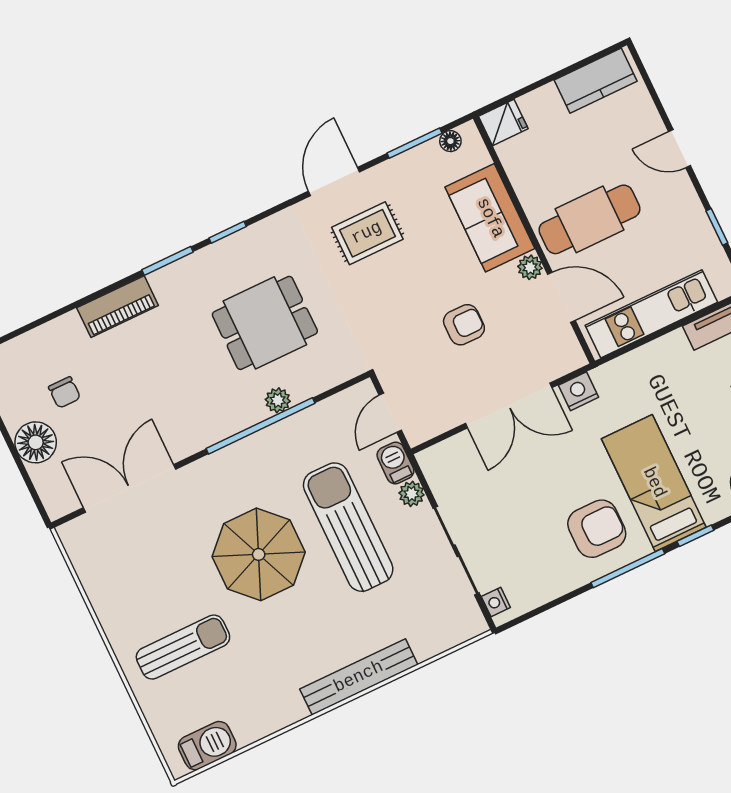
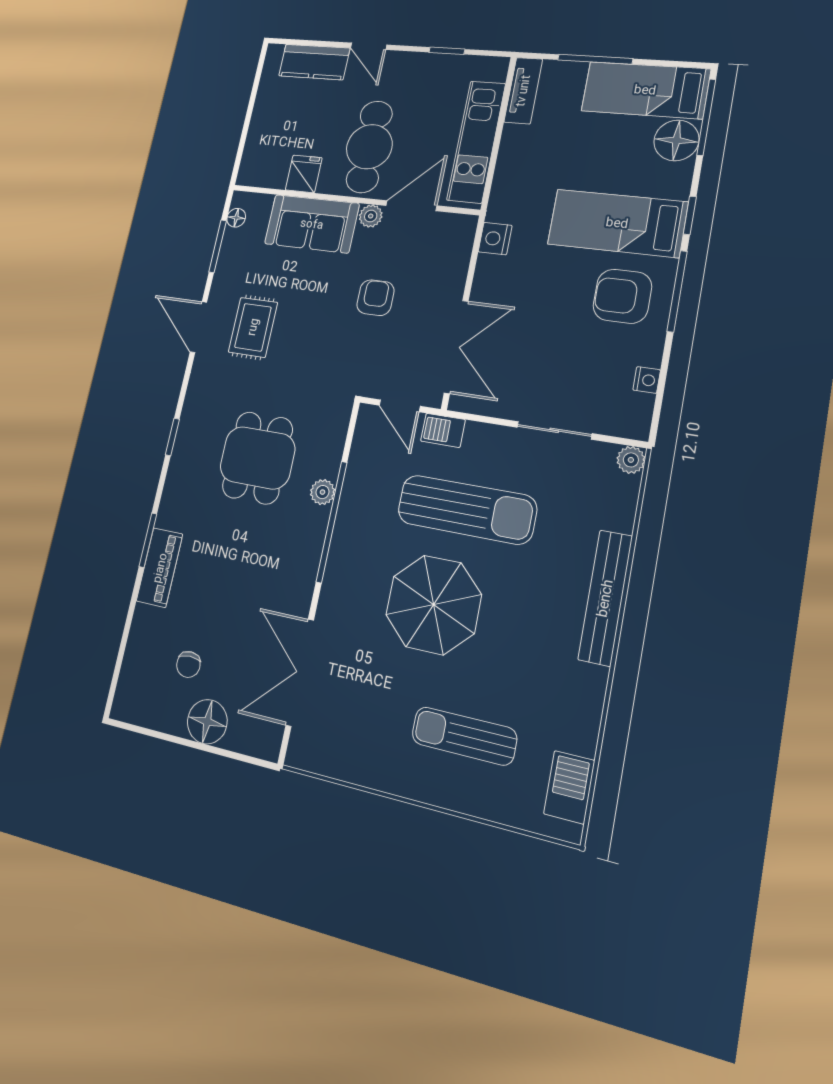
kitchen counter: (596, 81) -> (314, 62), moved, turned 90
fridge: (503, 122) -> (304, 174), moved
door: (680, 149) -> (369, 46), hinge flipped
window: (167, 261) -> (148, 540), moved
chair: (64, 392) -> (188, 665), turned 90
double door: (509, 405) -> (456, 347), moved
plant: (412, 494) -> (631, 460), moved
sun lounger: (348, 527) -> (467, 509), turned 180
armchair: (597, 529) -> (622, 296), turned -90
sliding door: (456, 551) -> (554, 430), width x0.73
nightstand: (496, 602) -> (647, 380), moved, turned -90
sun lounger: (183, 647) -> (464, 736), turned -90

